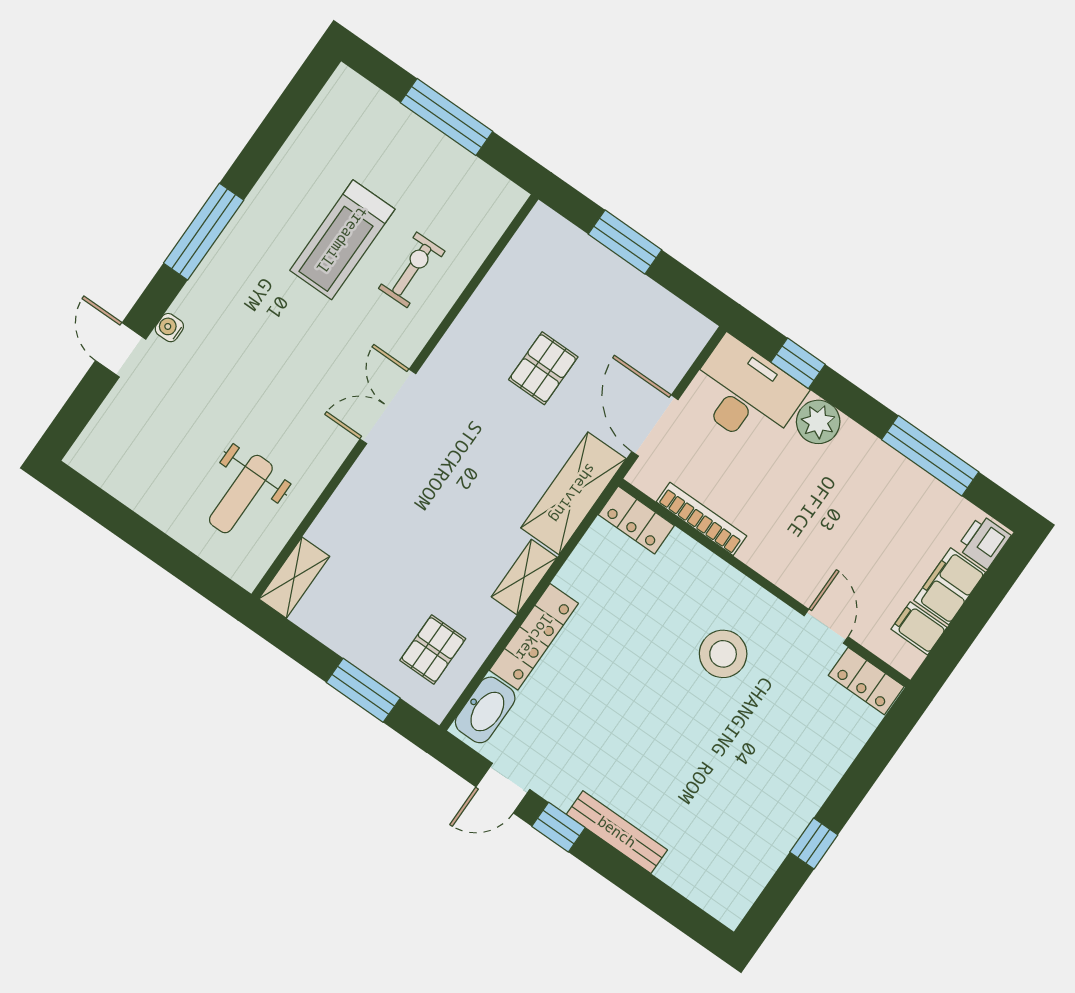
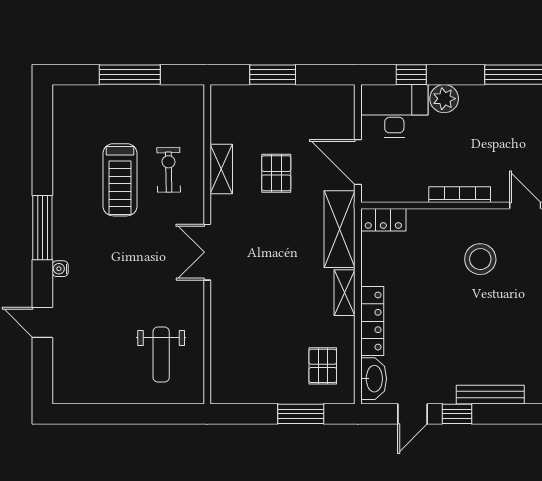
water cooler: (169, 328) -> (60, 269), moved
bookcase: (702, 519) -> (460, 195), moved
shelving: (294, 578) -> (221, 169), moved

